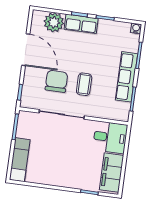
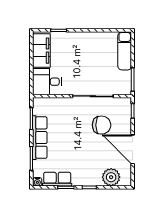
row of seats: (81, 24) -> (57, 179), moved
chair: (56, 81) -> (102, 125), turned -90
coffee table: (84, 84) -> (77, 126), removed

